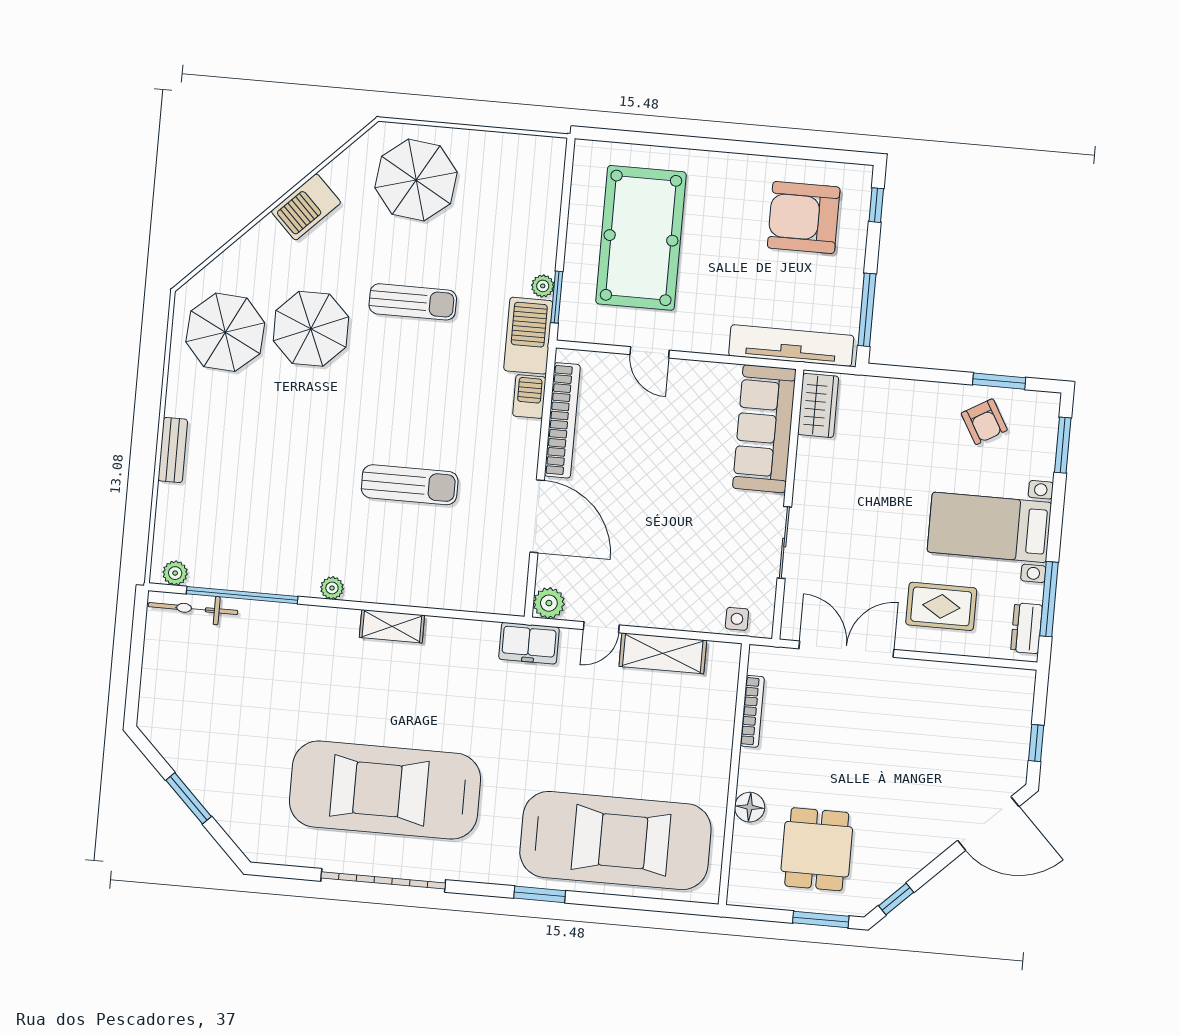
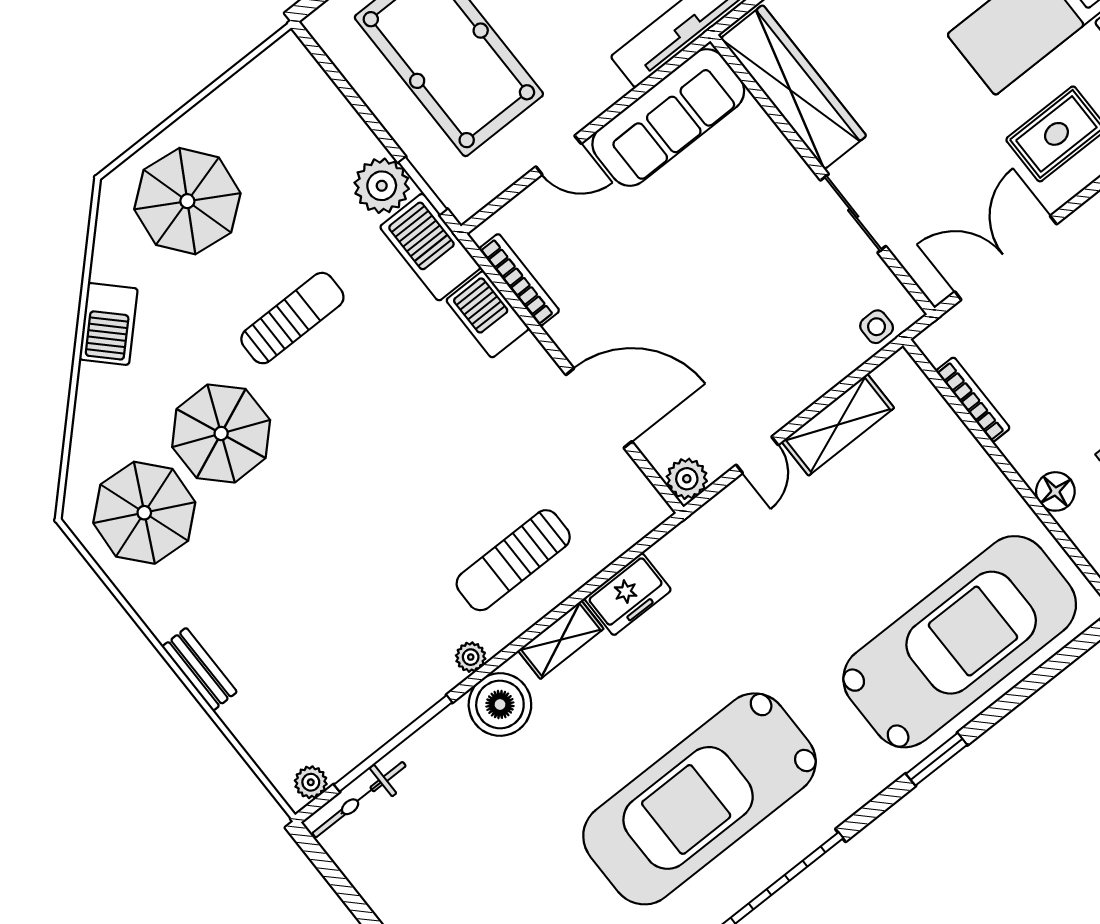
plant: (543, 286) -> (382, 186), width x1.88, depth x1.88
barbecue: (529, 397) -> (488, 314), width x1.38, depth x1.27
wardrobe: (818, 405) -> (794, 87), width x2.10, depth x1.17
bookcase: (562, 420) -> (519, 280), width x0.68, depth x0.76
sofa: (764, 429) -> (668, 117), moved, turned -90
sun lounger: (410, 485) -> (513, 560), moved, turned 180
boiler: (323, 630) -> (500, 704), added
freezer: (529, 643) -> (628, 594), moved

